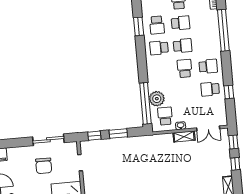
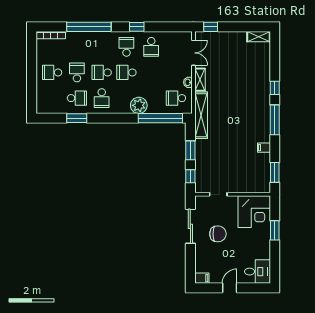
school desk: (183, 46) -> (102, 72), turned -90
window: (229, 92) -> (137, 27), moved
plant: (157, 99) -> (139, 105), moved
shelving: (151, 141) -> (201, 115), added
window: (235, 164) -> (234, 27), removed

